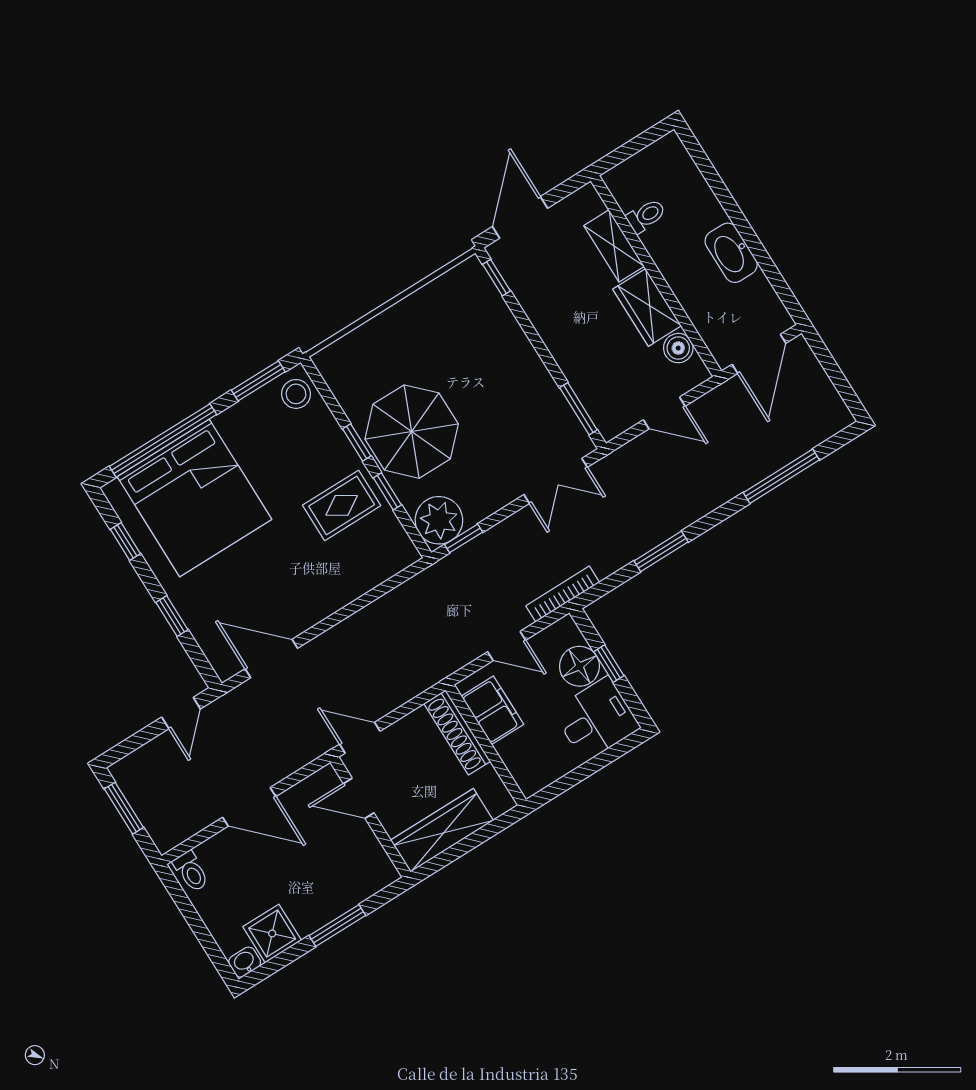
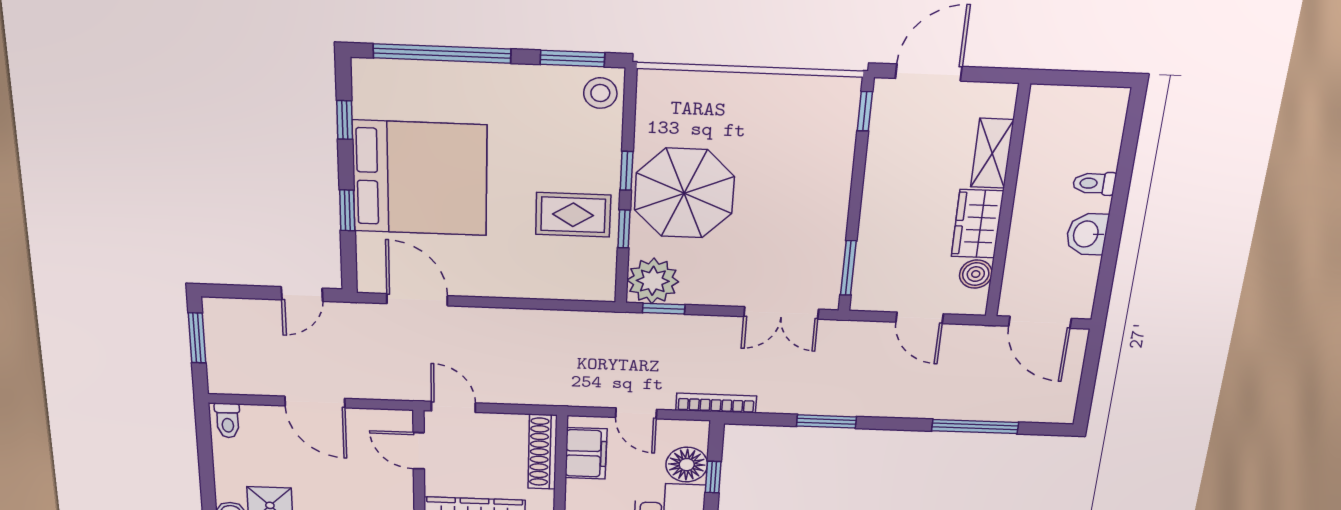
toilet: (646, 216) -> (1094, 183), moved, turned 180
washbasin: (731, 253) -> (1087, 234), width x0.72
door: (759, 354) -> (1040, 322), hinge flipped
bed: (194, 498) -> (420, 178), moved, turned -90

